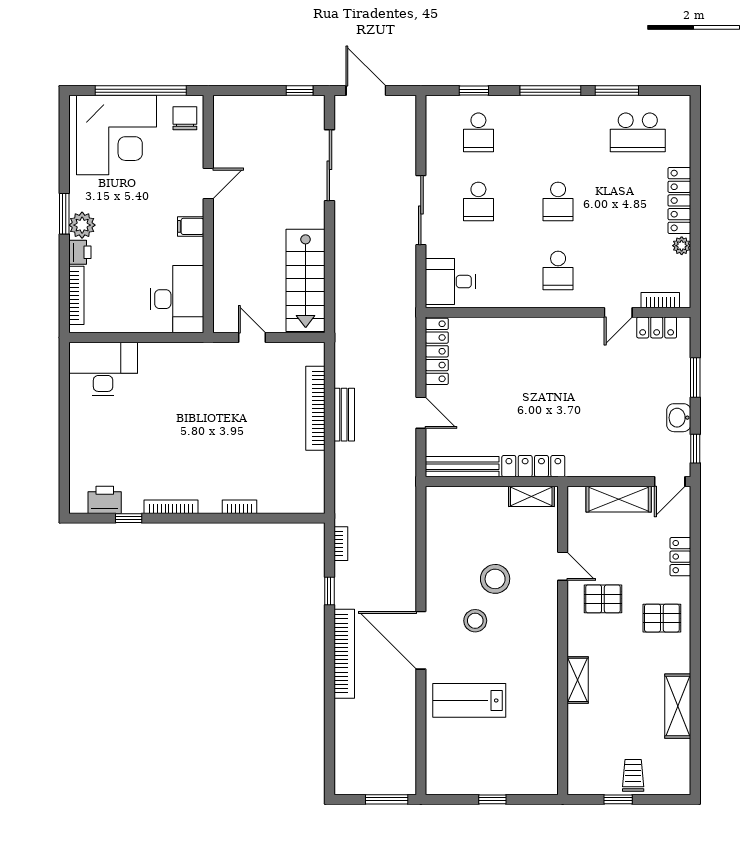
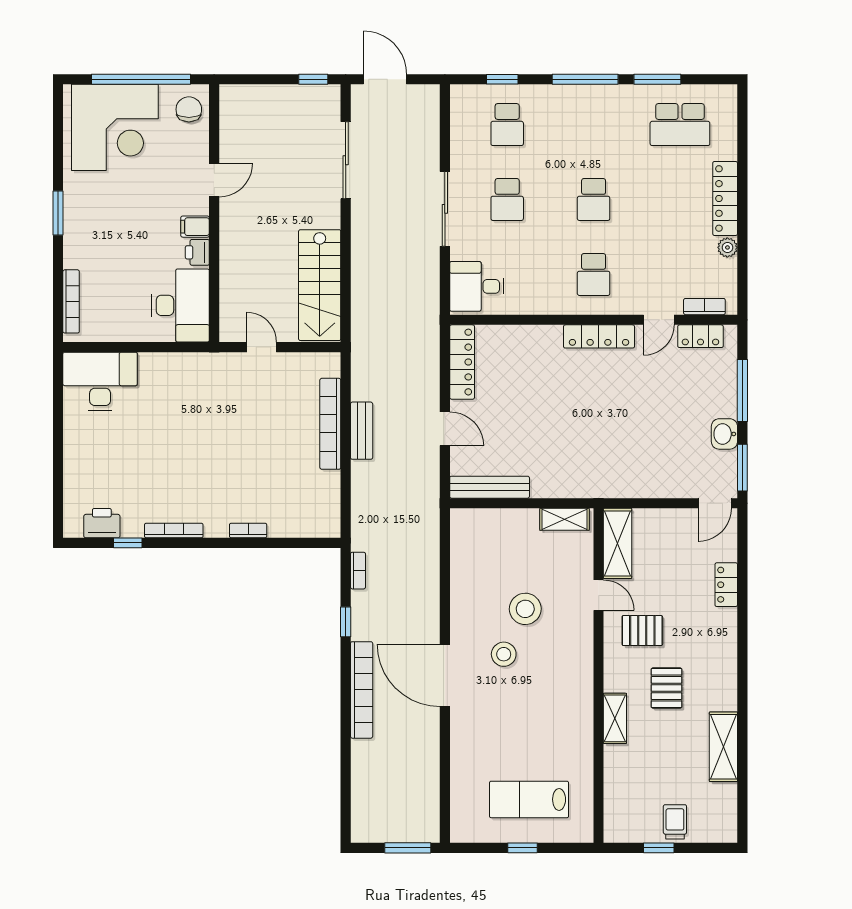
plant: (82, 225) -> (77, 225), removed
printer: (80, 252) -> (197, 252), moved, turned 180
window: (695, 378) -> (742, 390), width x1.44
window: (695, 449) -> (742, 468), width x1.50
locker: (533, 466) -> (599, 336), moved, turned 180
shelving: (619, 499) -> (618, 543), moved, turned 90
pallet: (662, 618) -> (666, 688), moved, turned 90
lab bench: (469, 700) -> (529, 799), moved

